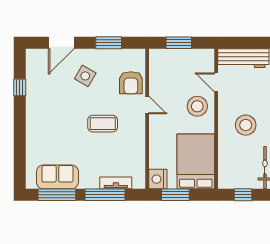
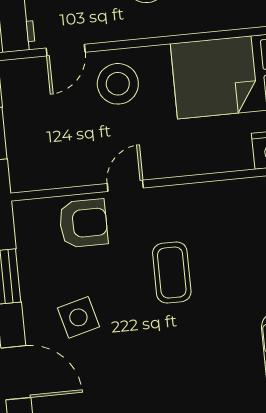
side table: (85, 76) -> (78, 317), turned 45

